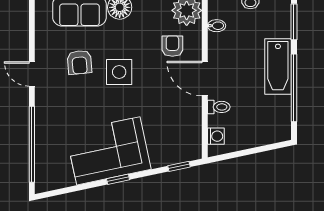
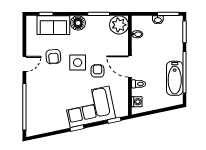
armchair: (172, 46) -> (98, 71), moved
bathtub: (278, 66) -> (175, 78), moved
door: (32, 74) -> (24, 64), swing flipped
corner sofa: (108, 151) -> (90, 107), moved

